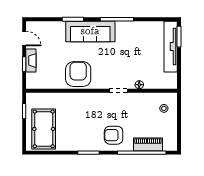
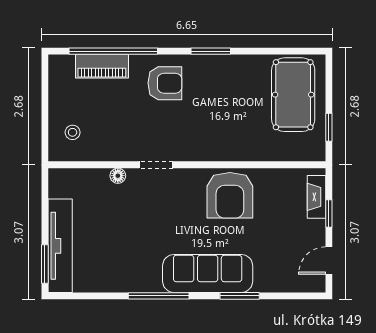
door: (24, 39) -> (329, 261), hinge flipped
fireplace: (31, 61) -> (316, 197), moved

